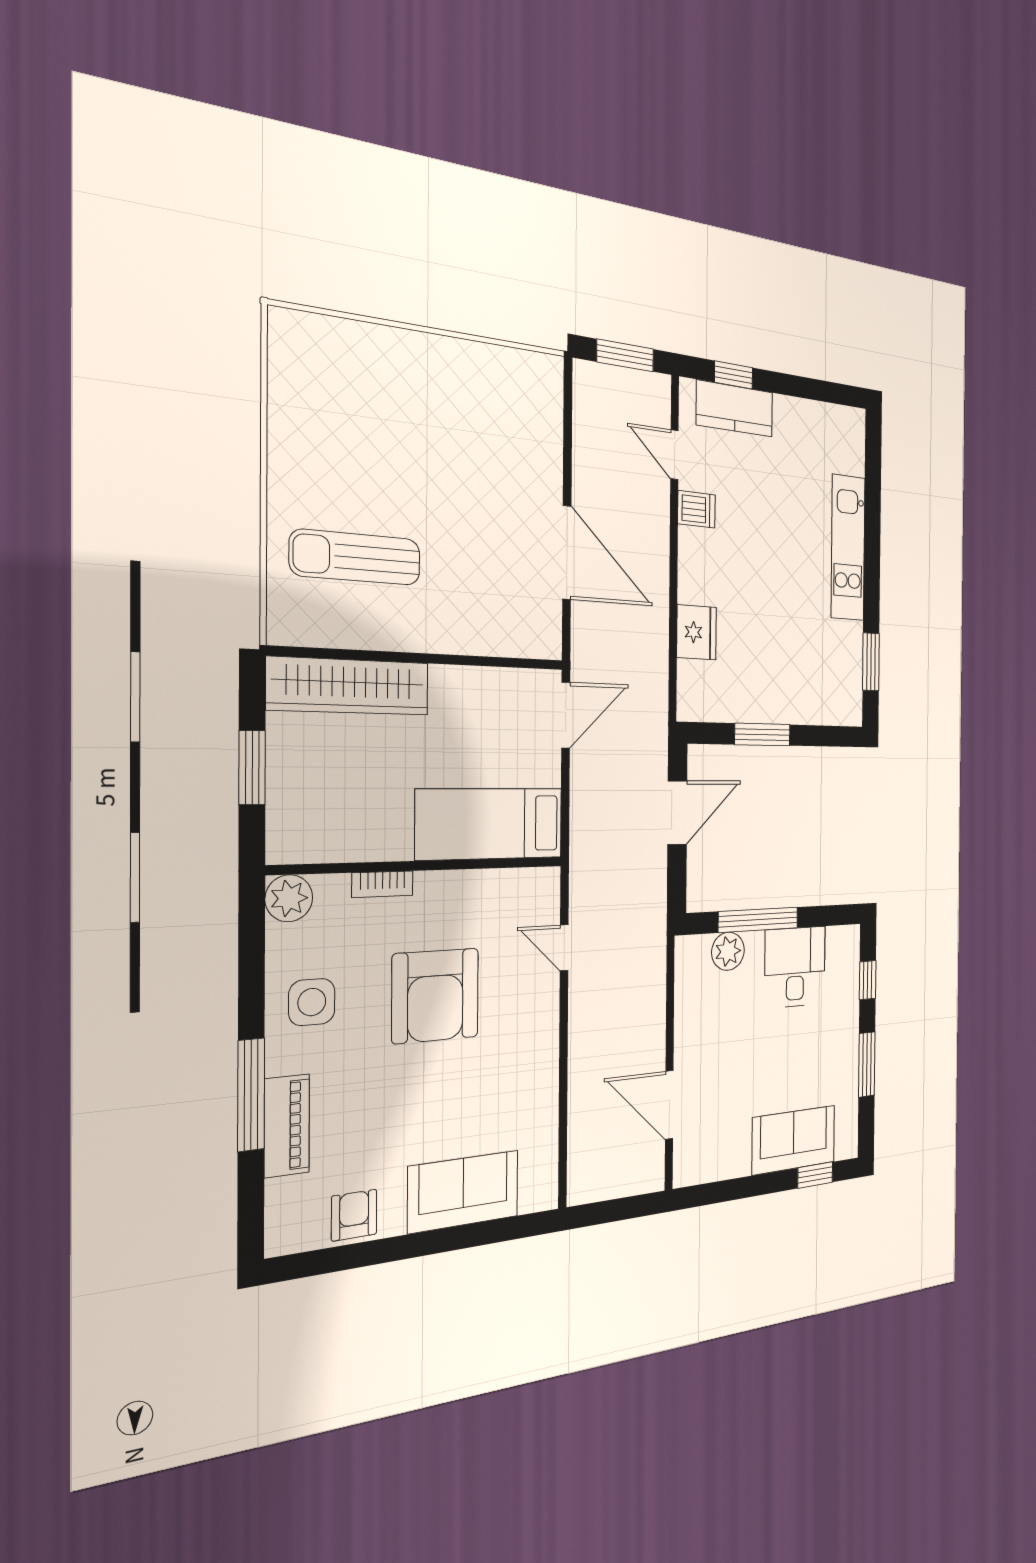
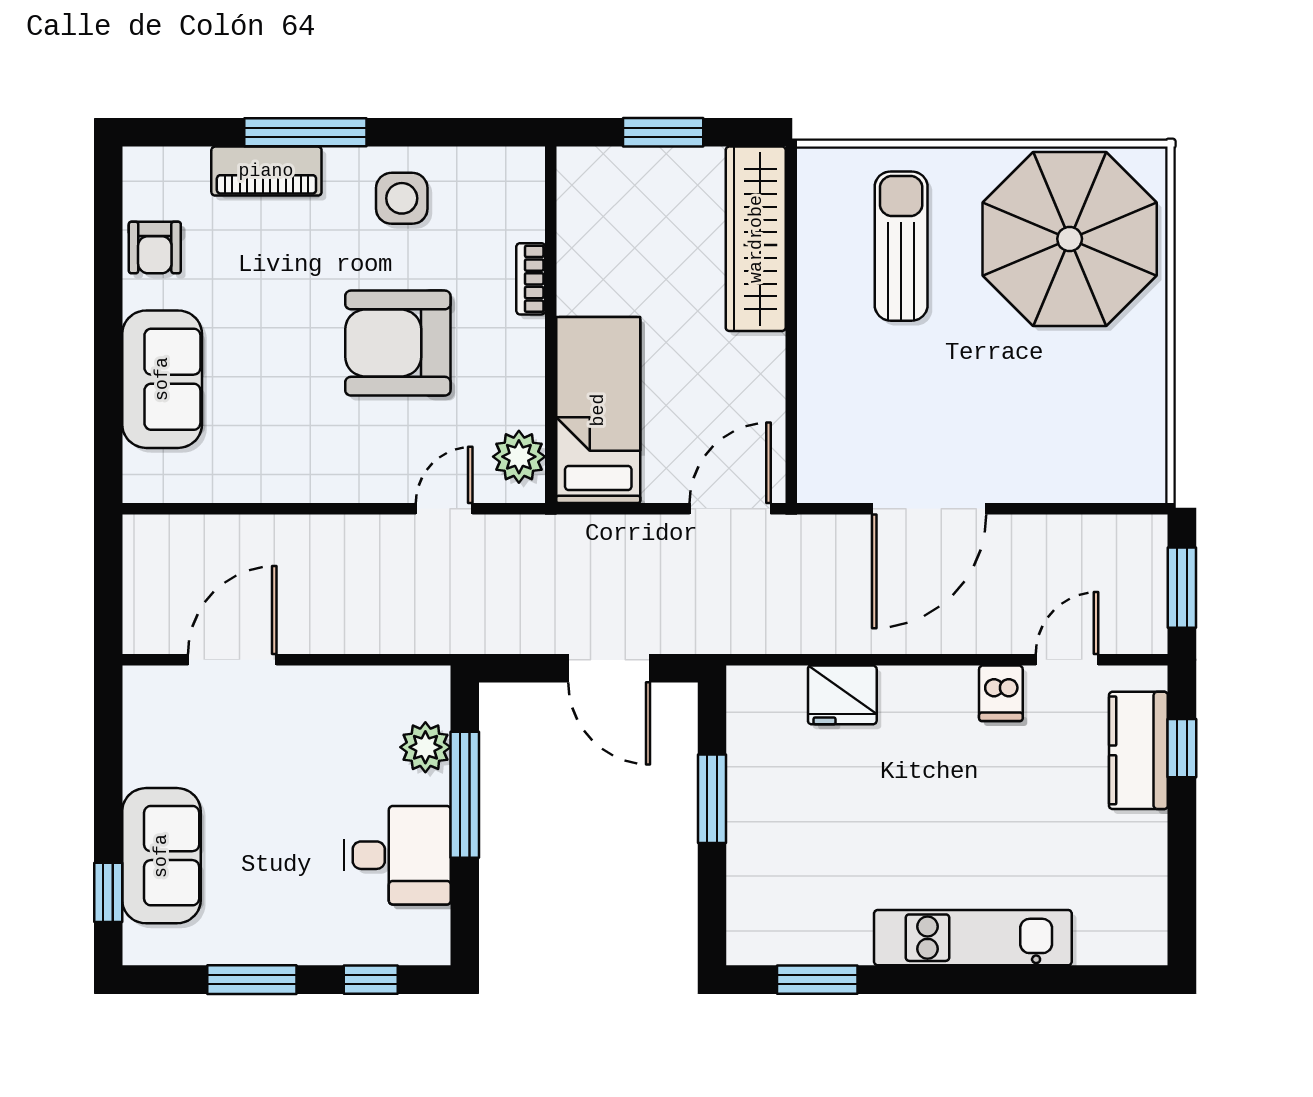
parasol: (350, 407) -> (1070, 239), added
door: (566, 715) -> (730, 509), swing flipped
plant: (289, 898) -> (519, 457), moved
armchair: (354, 1215) -> (155, 247), turned 90

